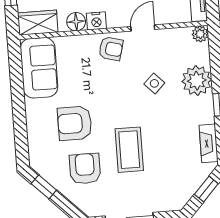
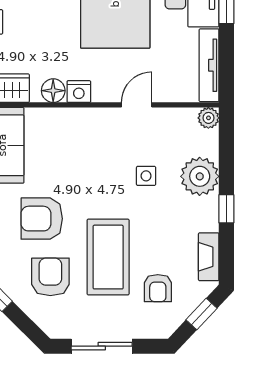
armchair: (111, 49) -> (158, 288), moved, turned 75
side table: (154, 83) -> (146, 176), turned 45
coffee table: (129, 150) -> (108, 257), width x1.36, depth x1.32

